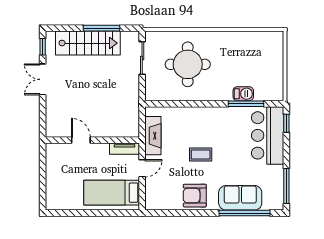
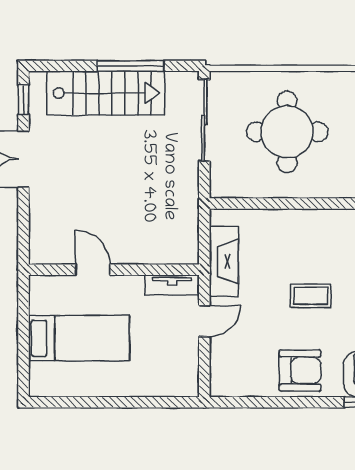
sliding door: (142, 58) -> (204, 120), width x1.37
bed: (112, 193) -> (79, 338), moved, turned 180
armchair: (195, 196) -> (300, 370), turned 180

